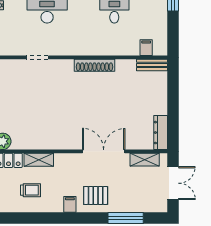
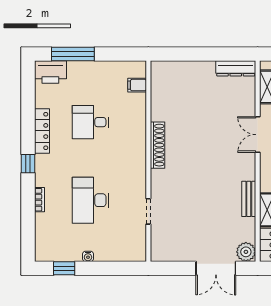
bench: (152, 65) -> (249, 199), moved
double door: (104, 151) -> (258, 135), width x0.73

